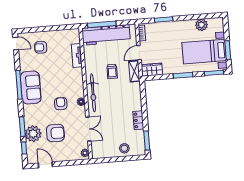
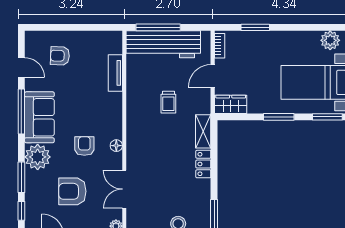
plant: (201, 25) -> (330, 40), moved
door: (16, 43) -> (21, 67), moved
shelving: (134, 71) -> (203, 131), moved
bicycle: (93, 93) -> (136, 133), removed
locker: (138, 120) -> (203, 164), moved
double door: (88, 129) -> (124, 189), swing flipped
armchair: (55, 133) -> (72, 191), turned 180
plant: (33, 134) -> (38, 157), moved

